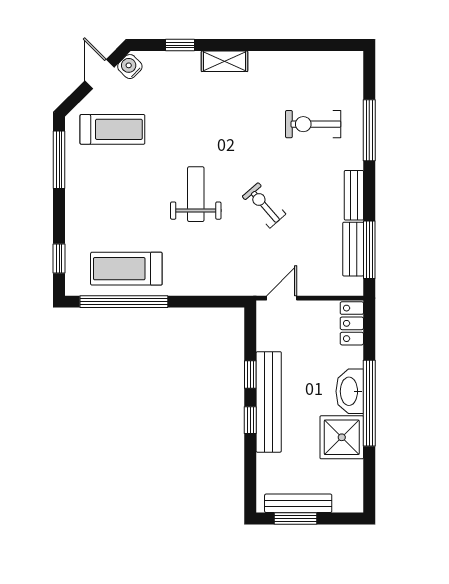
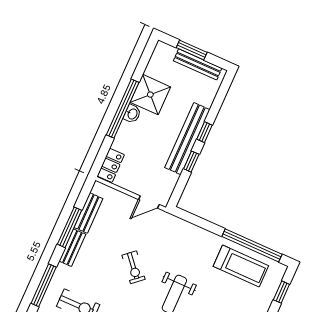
window: (369, 250) -> (70, 227), moved
washbasin: (350, 391) -> (132, 114), width x0.52, depth x0.69
window: (295, 518) -> (192, 50), moved

